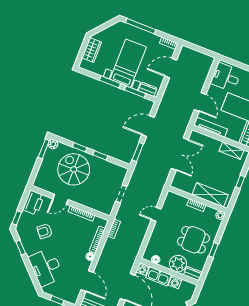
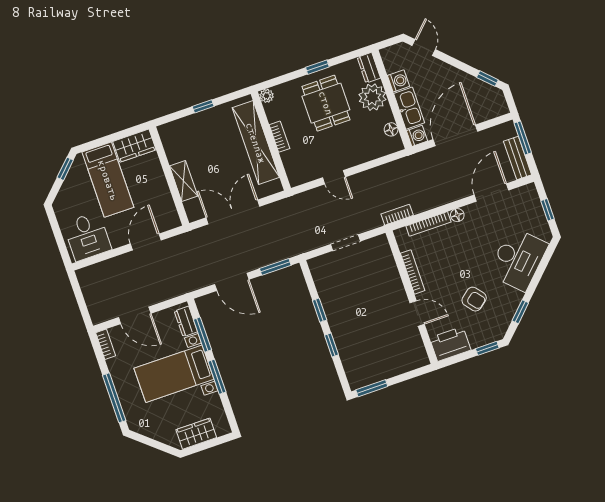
tv unit: (211, 127) -> (166, 202), removed
plant: (53, 144) -> (356, 382), removed
shelving: (232, 151) -> (184, 181), moved
spiral stairs: (74, 169) -> (366, 329), removed
shelving: (210, 195) -> (256, 143), width x1.47

